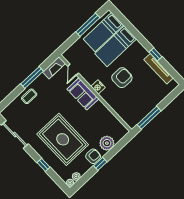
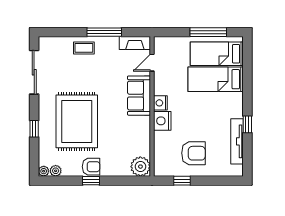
armchair: (122, 78) -> (193, 153), moved
nightstand: (108, 96) -> (162, 121), added
window: (149, 118) -> (182, 181), width x0.46
plant: (107, 143) -> (140, 167), moved

